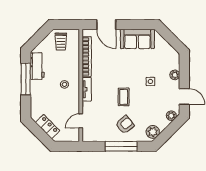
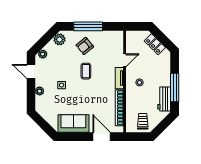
door: (81, 121) -> (125, 60), moved

